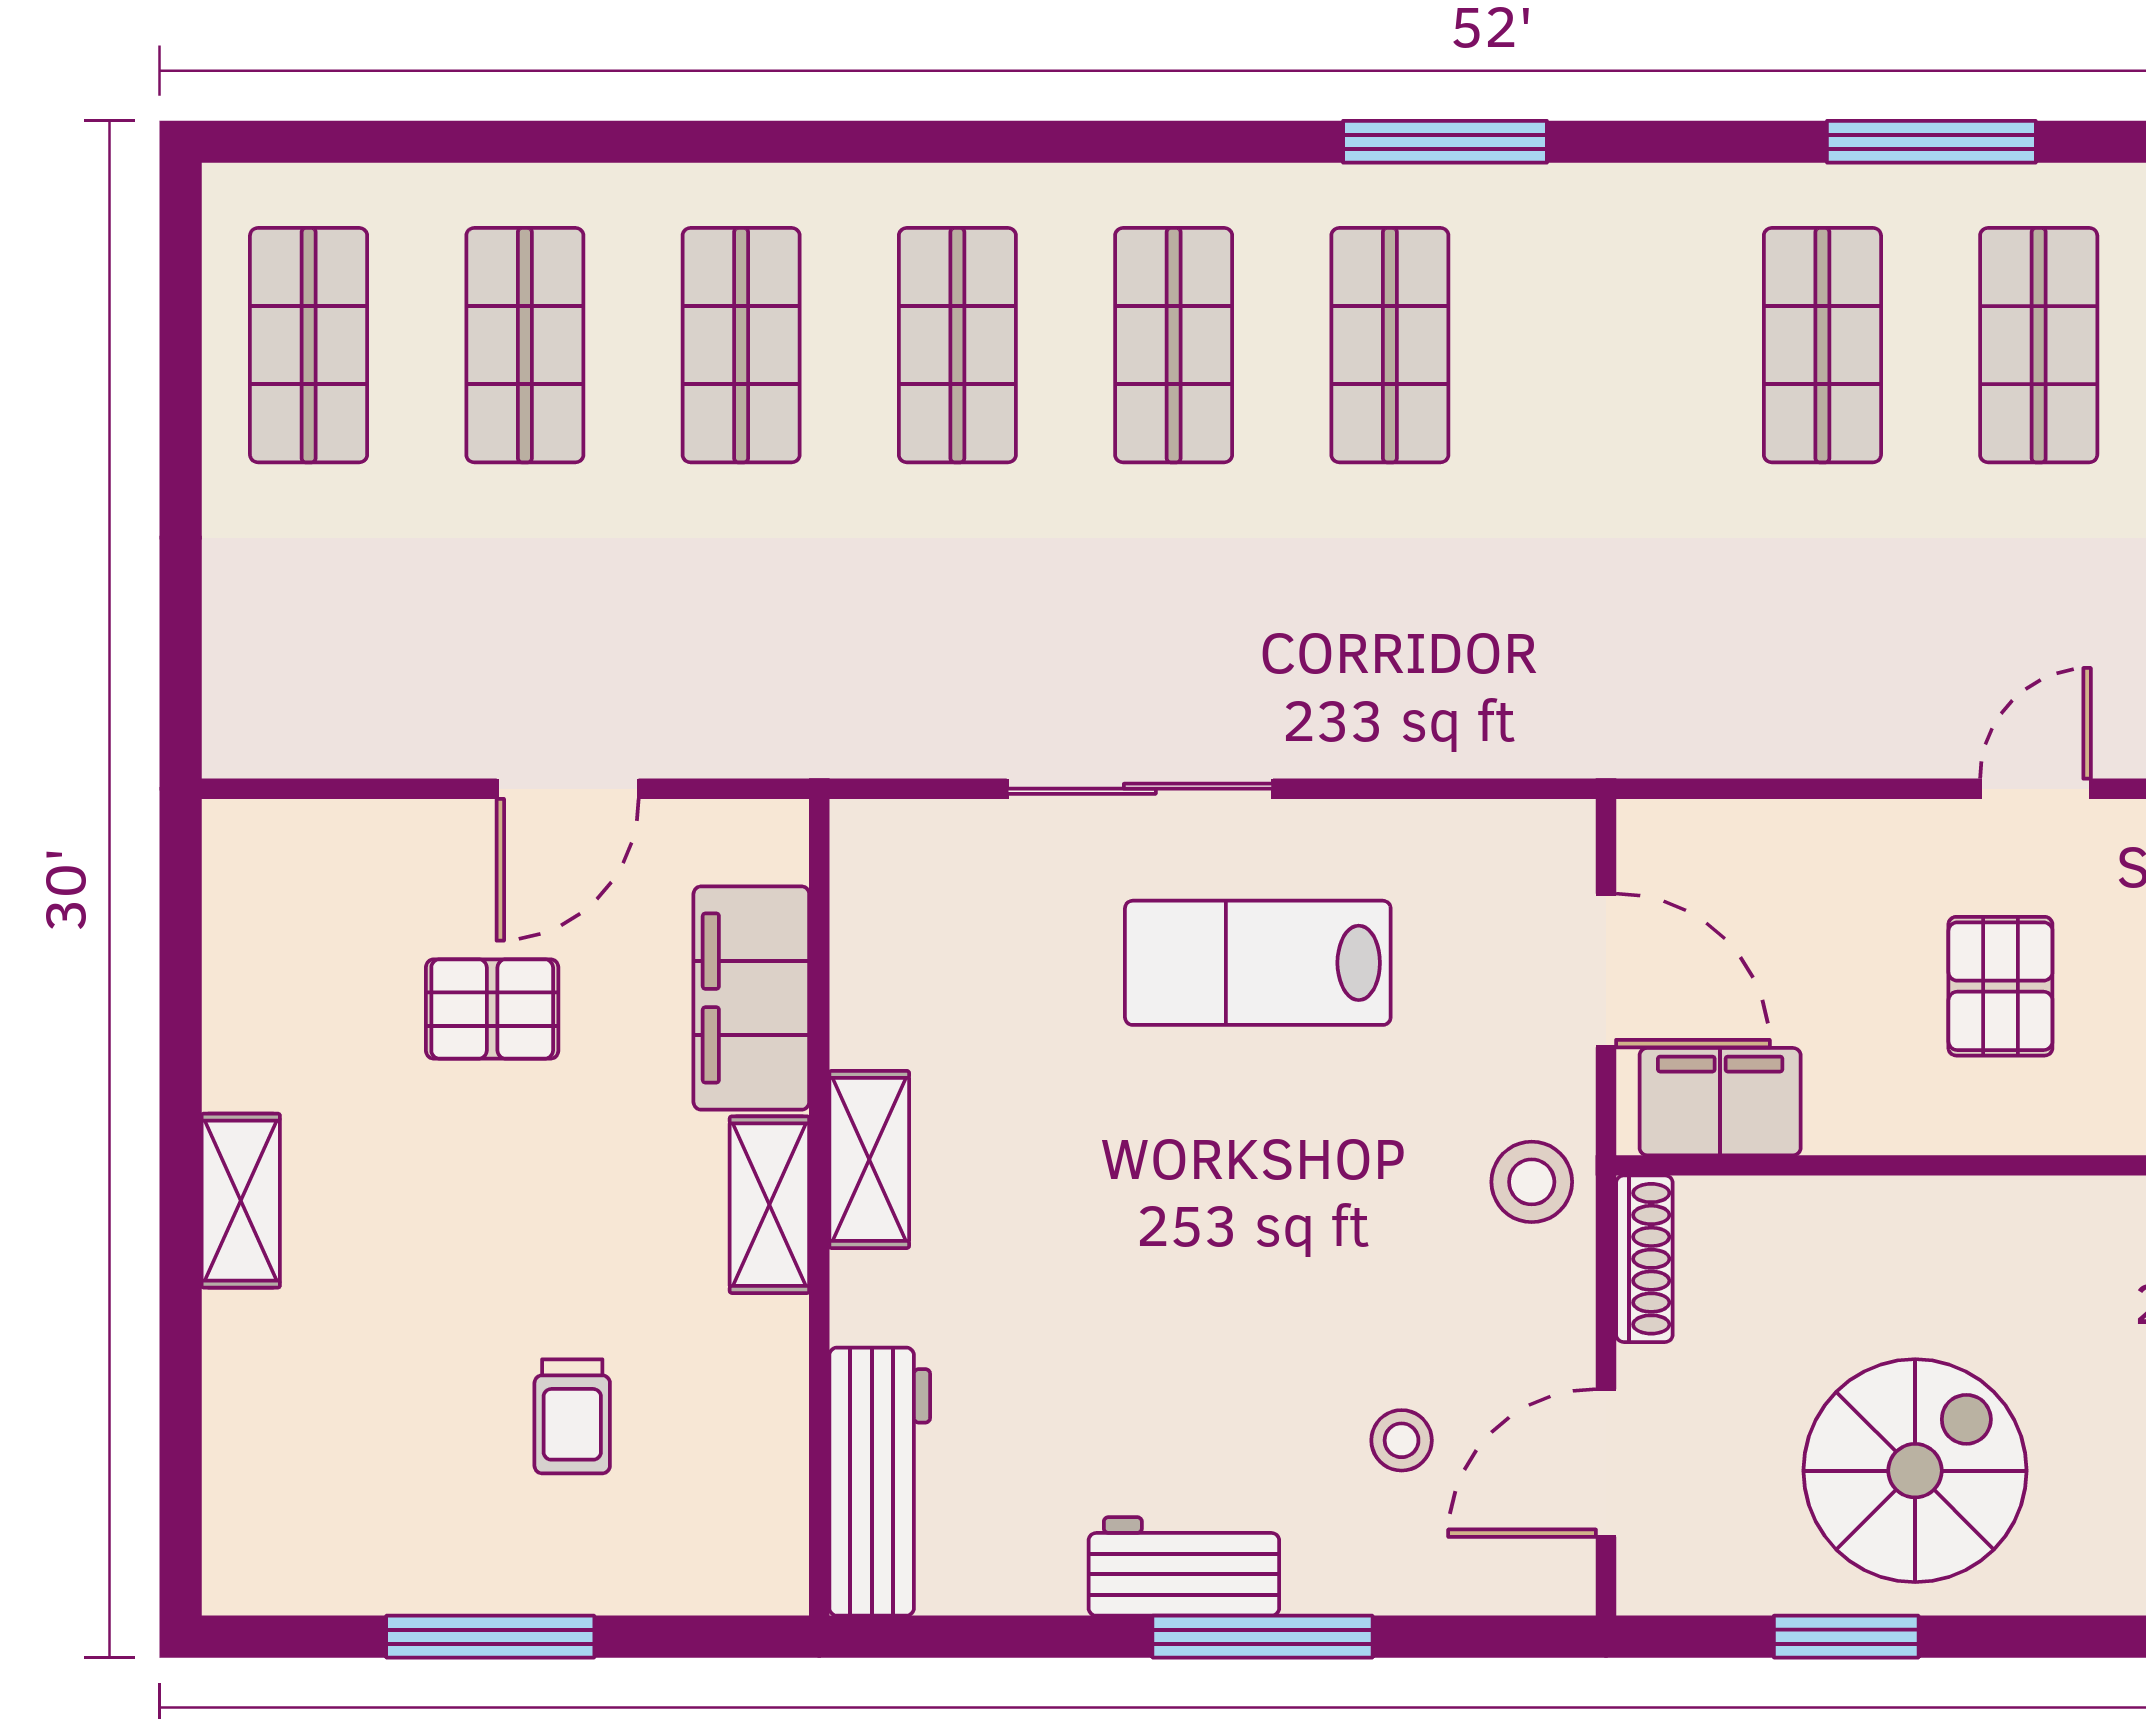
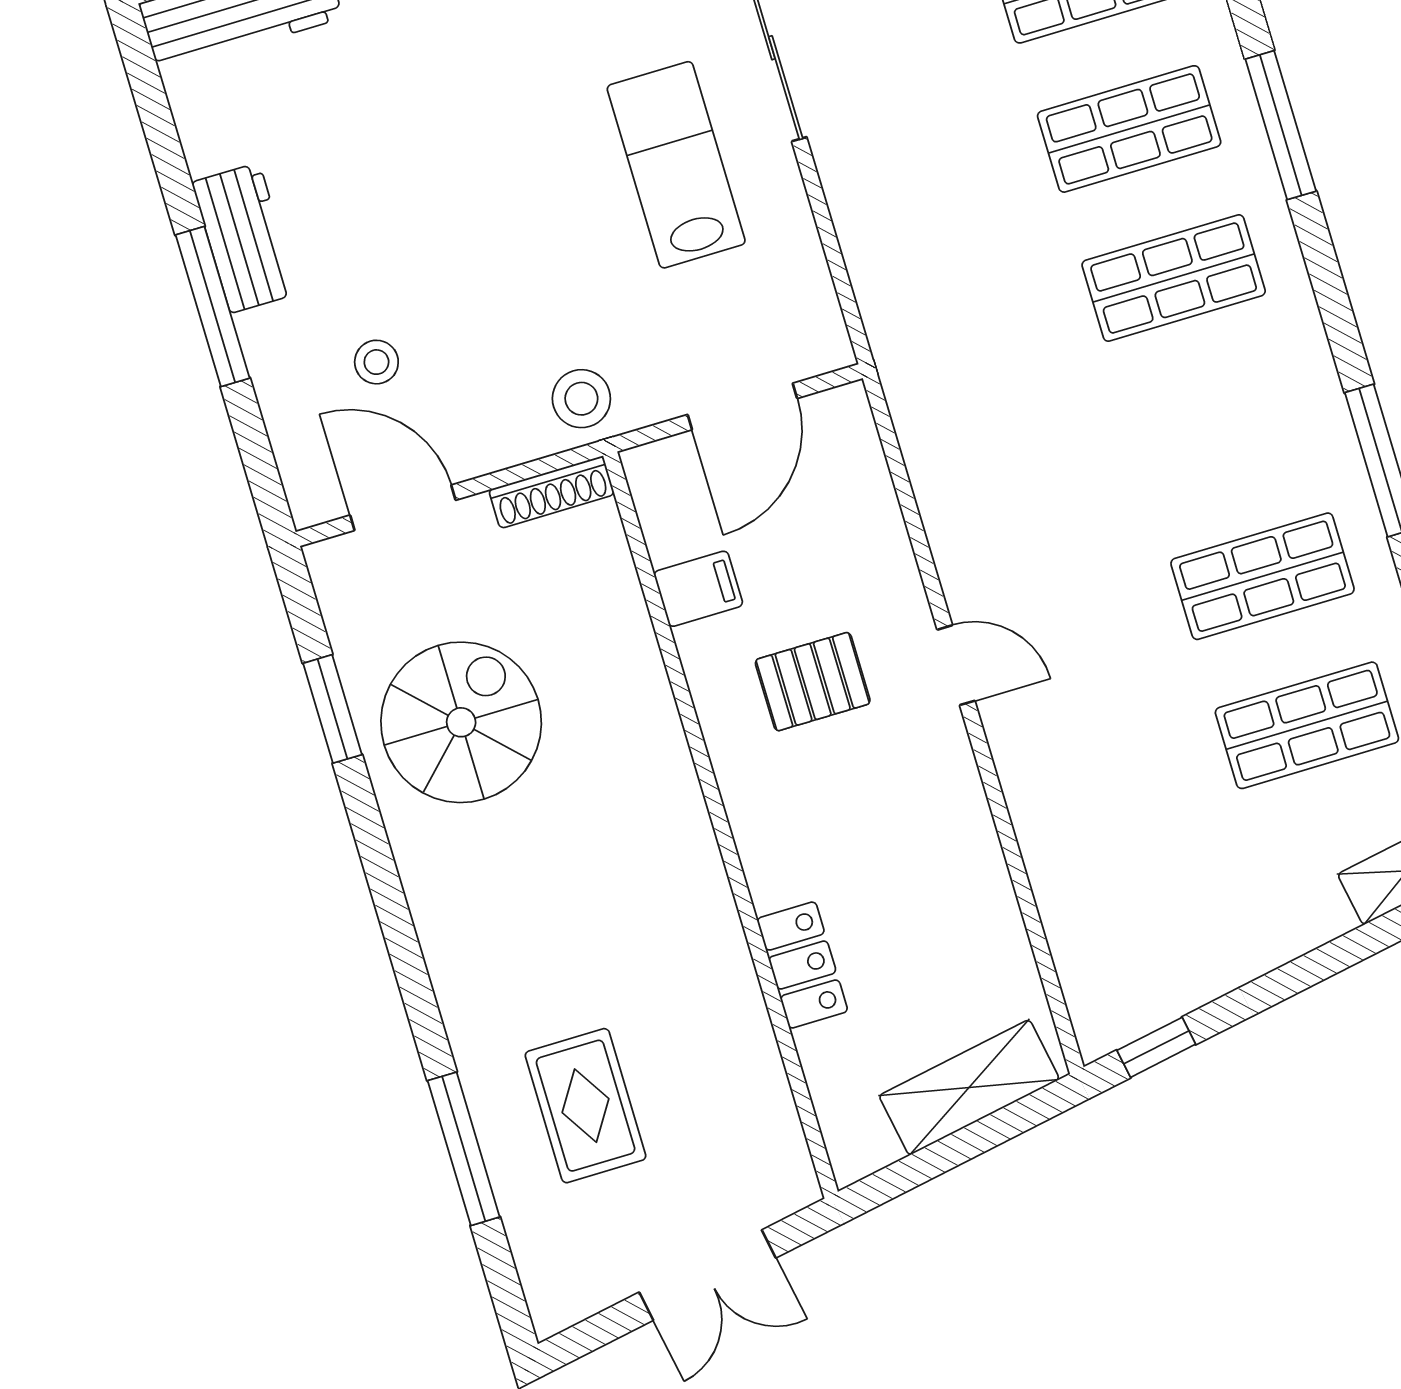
shop shelf: (1822, 345) -> (1174, 278), moved
filing cabinet: (1720, 1102) -> (698, 589), moved, width x0.50
spiral stairs: (1915, 1471) -> (461, 722), turned -90

